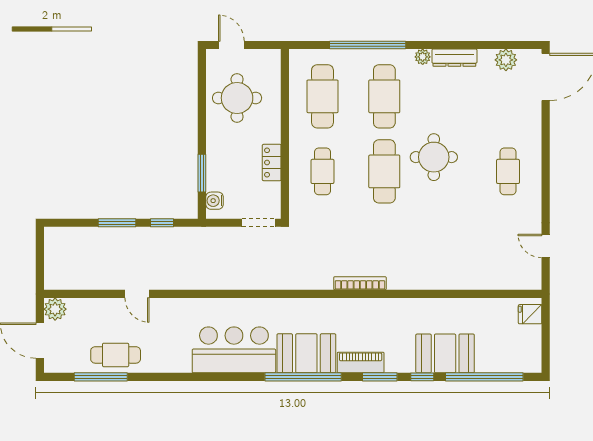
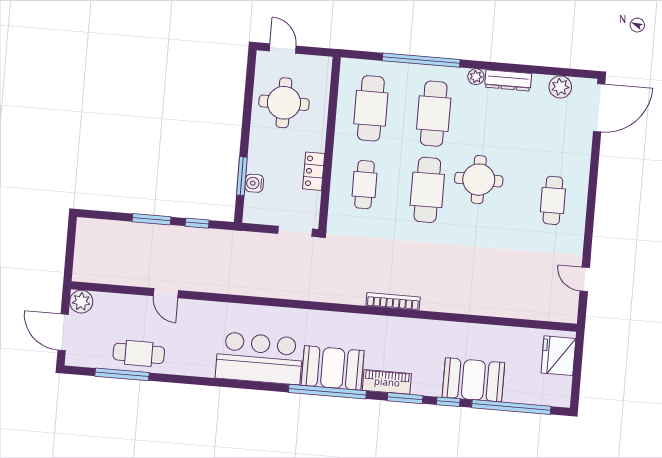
water cooler: (215, 201) -> (254, 183), moved
fridge: (530, 314) -> (558, 356), width x1.88, depth x1.34

